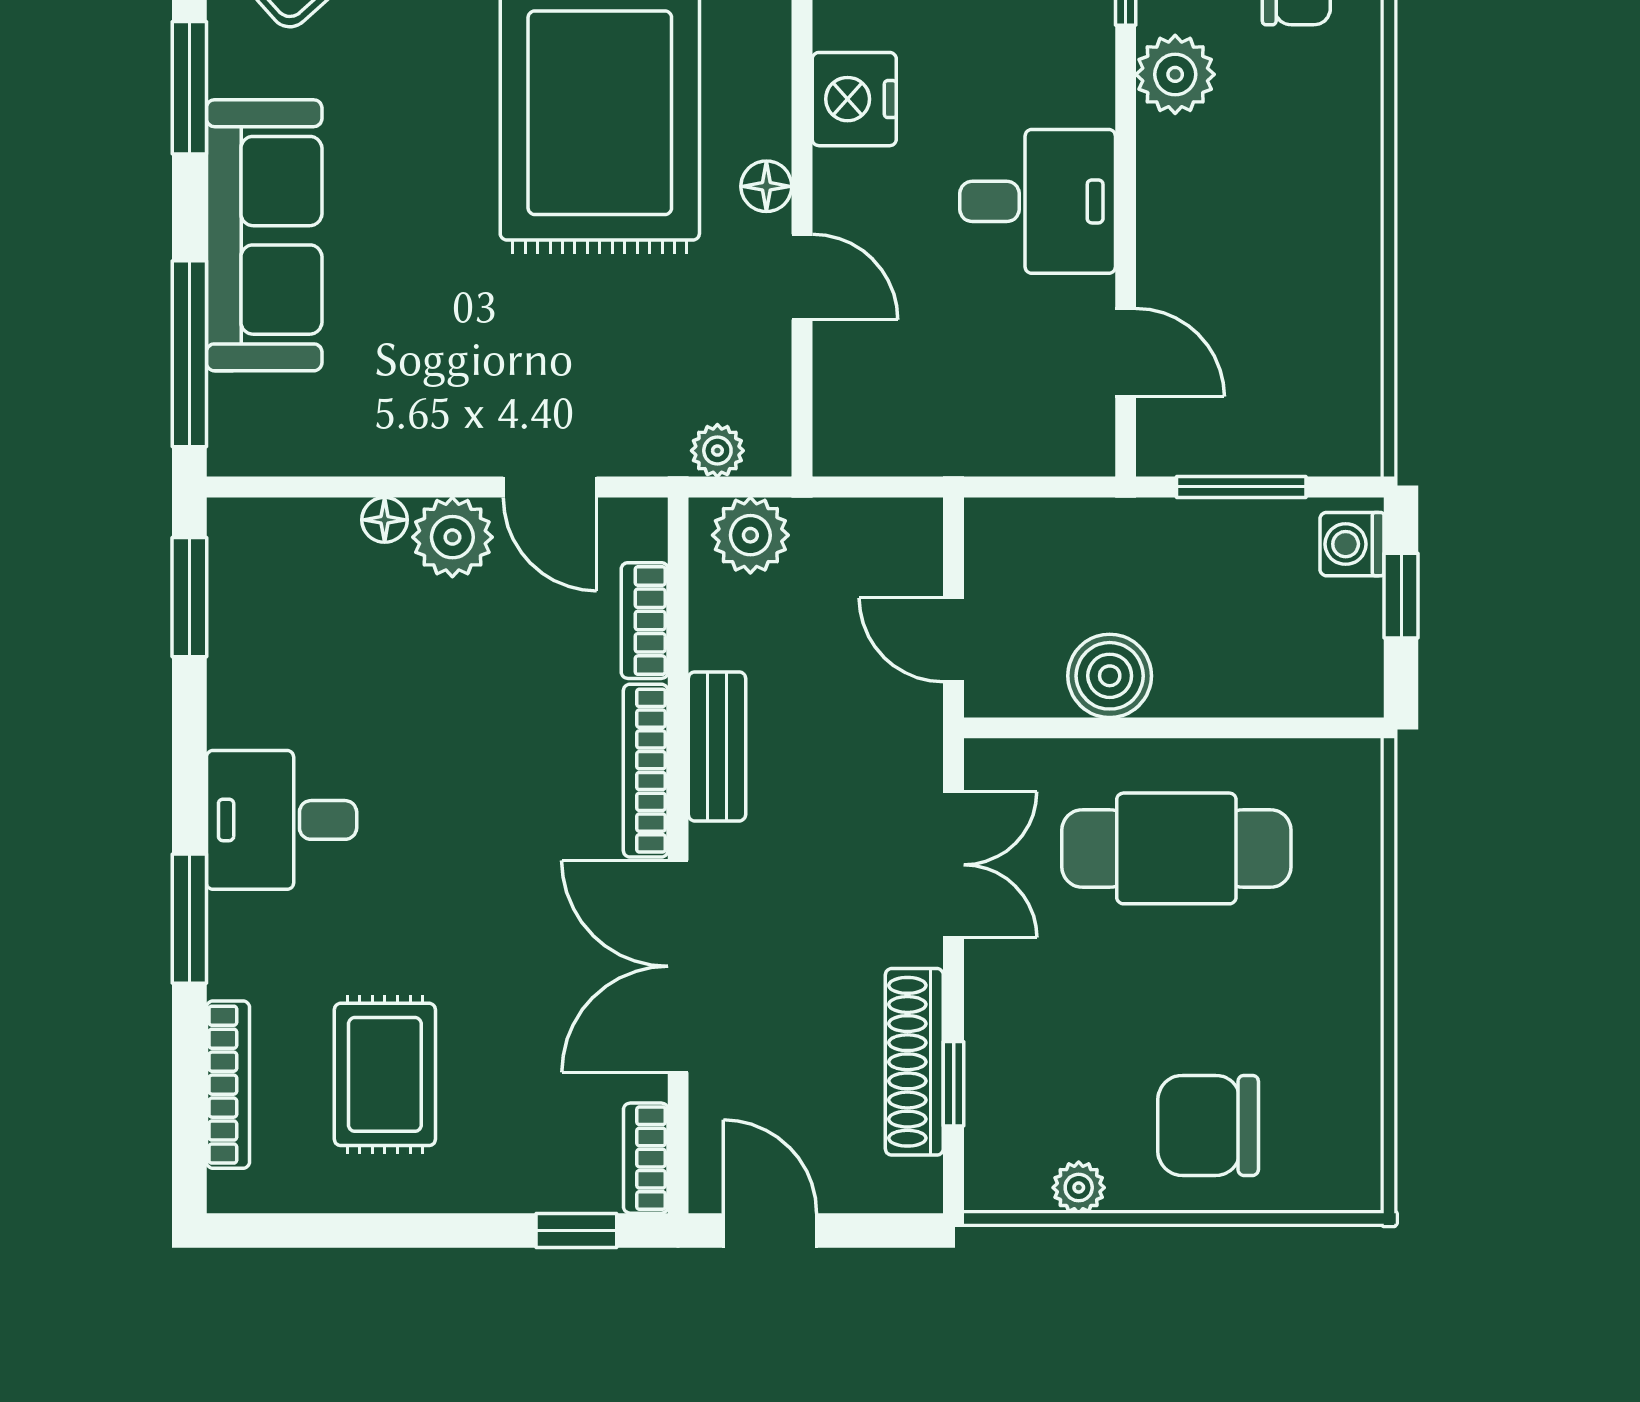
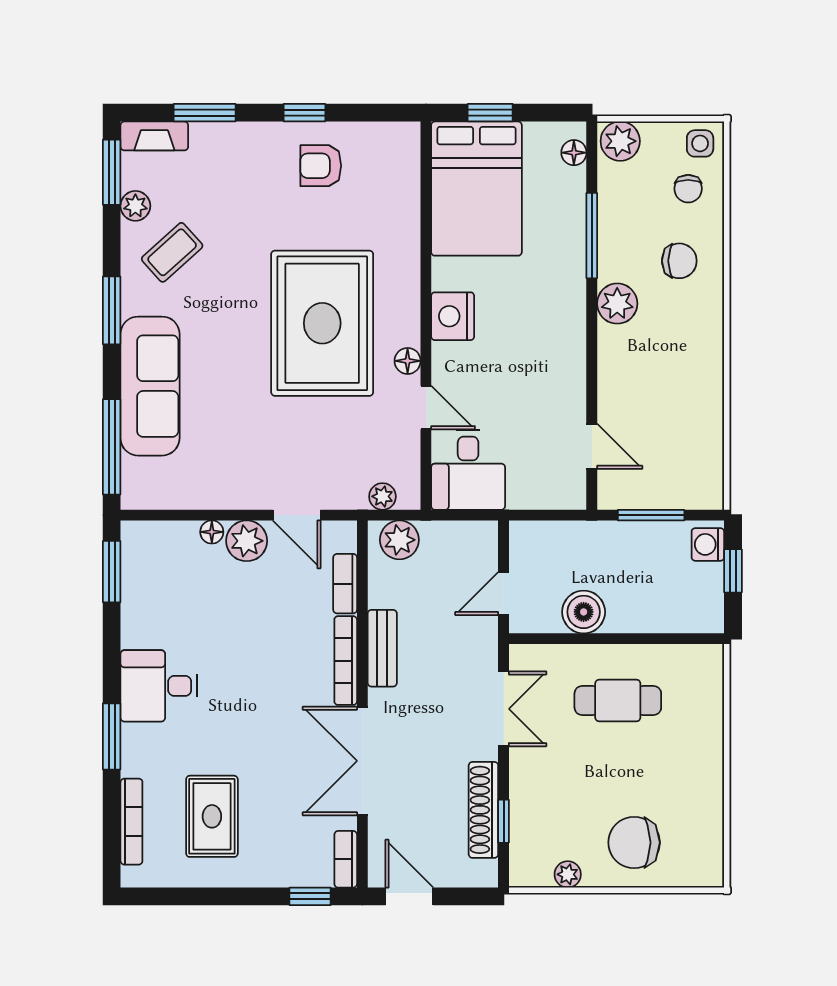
desk: (1038, 201) -> (468, 470), moved, turned 90
door: (954, 640) -> (504, 594), hinge flipped
cafe table: (1176, 848) -> (618, 700), width x0.73, depth x0.74

